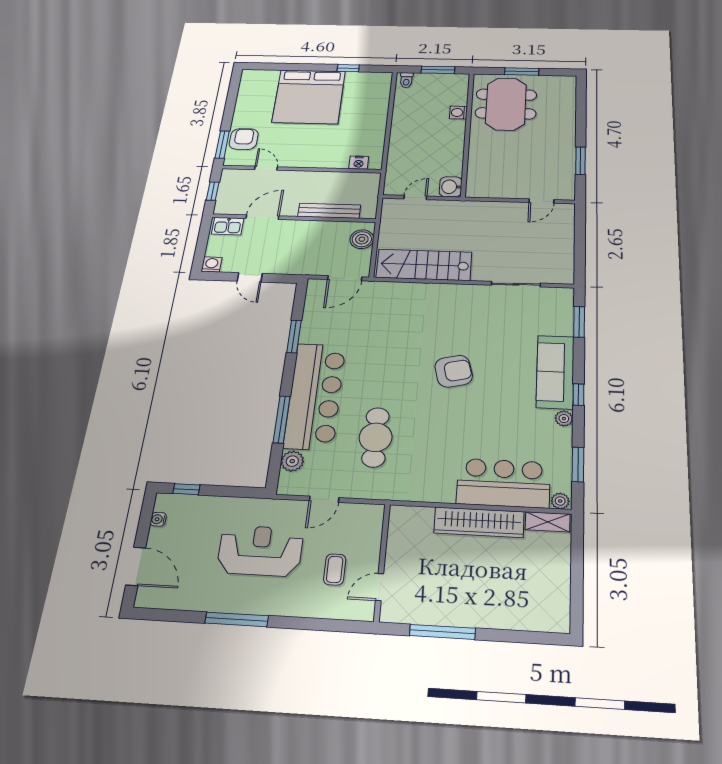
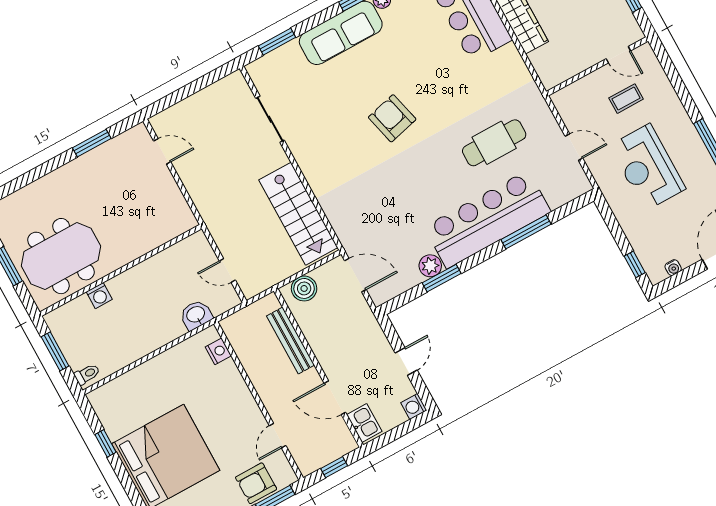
washbasin: (451, 187) -> (196, 315), moved, turned 180
plant: (292, 461) -> (430, 266), moved

